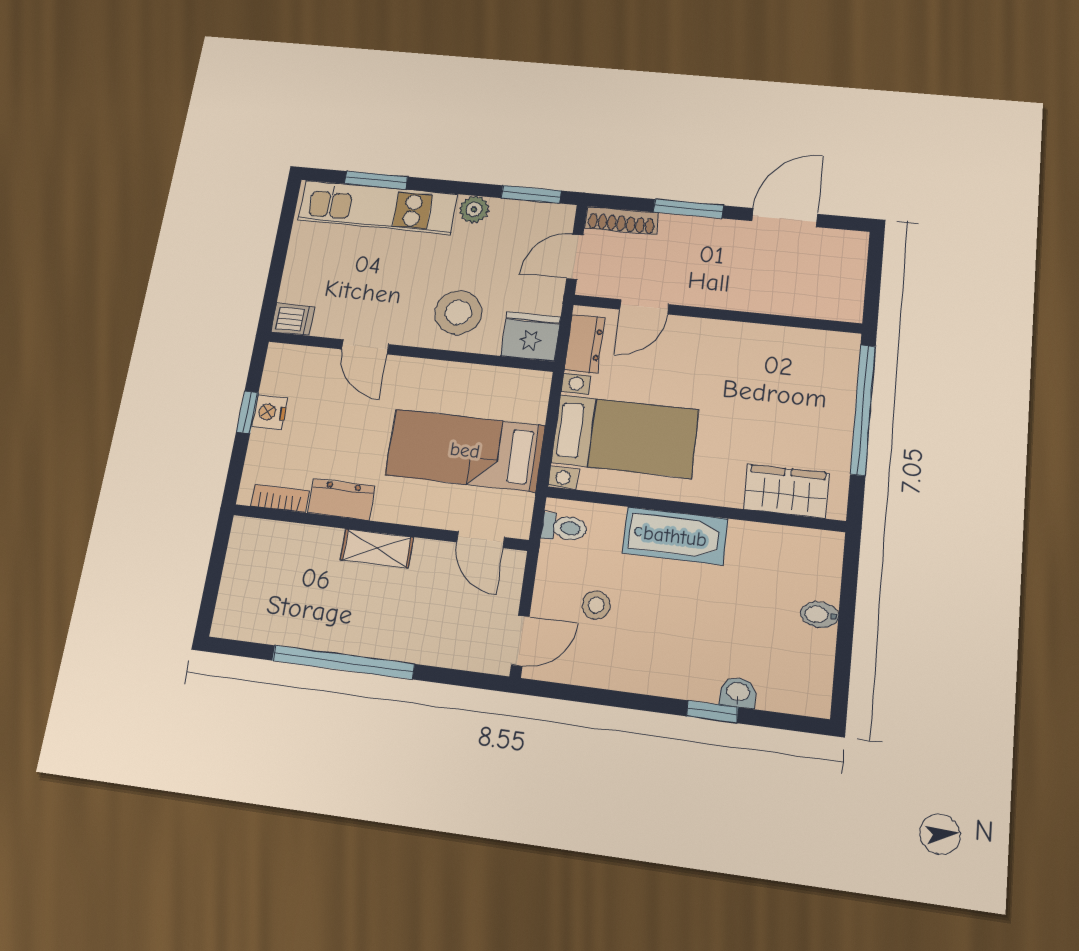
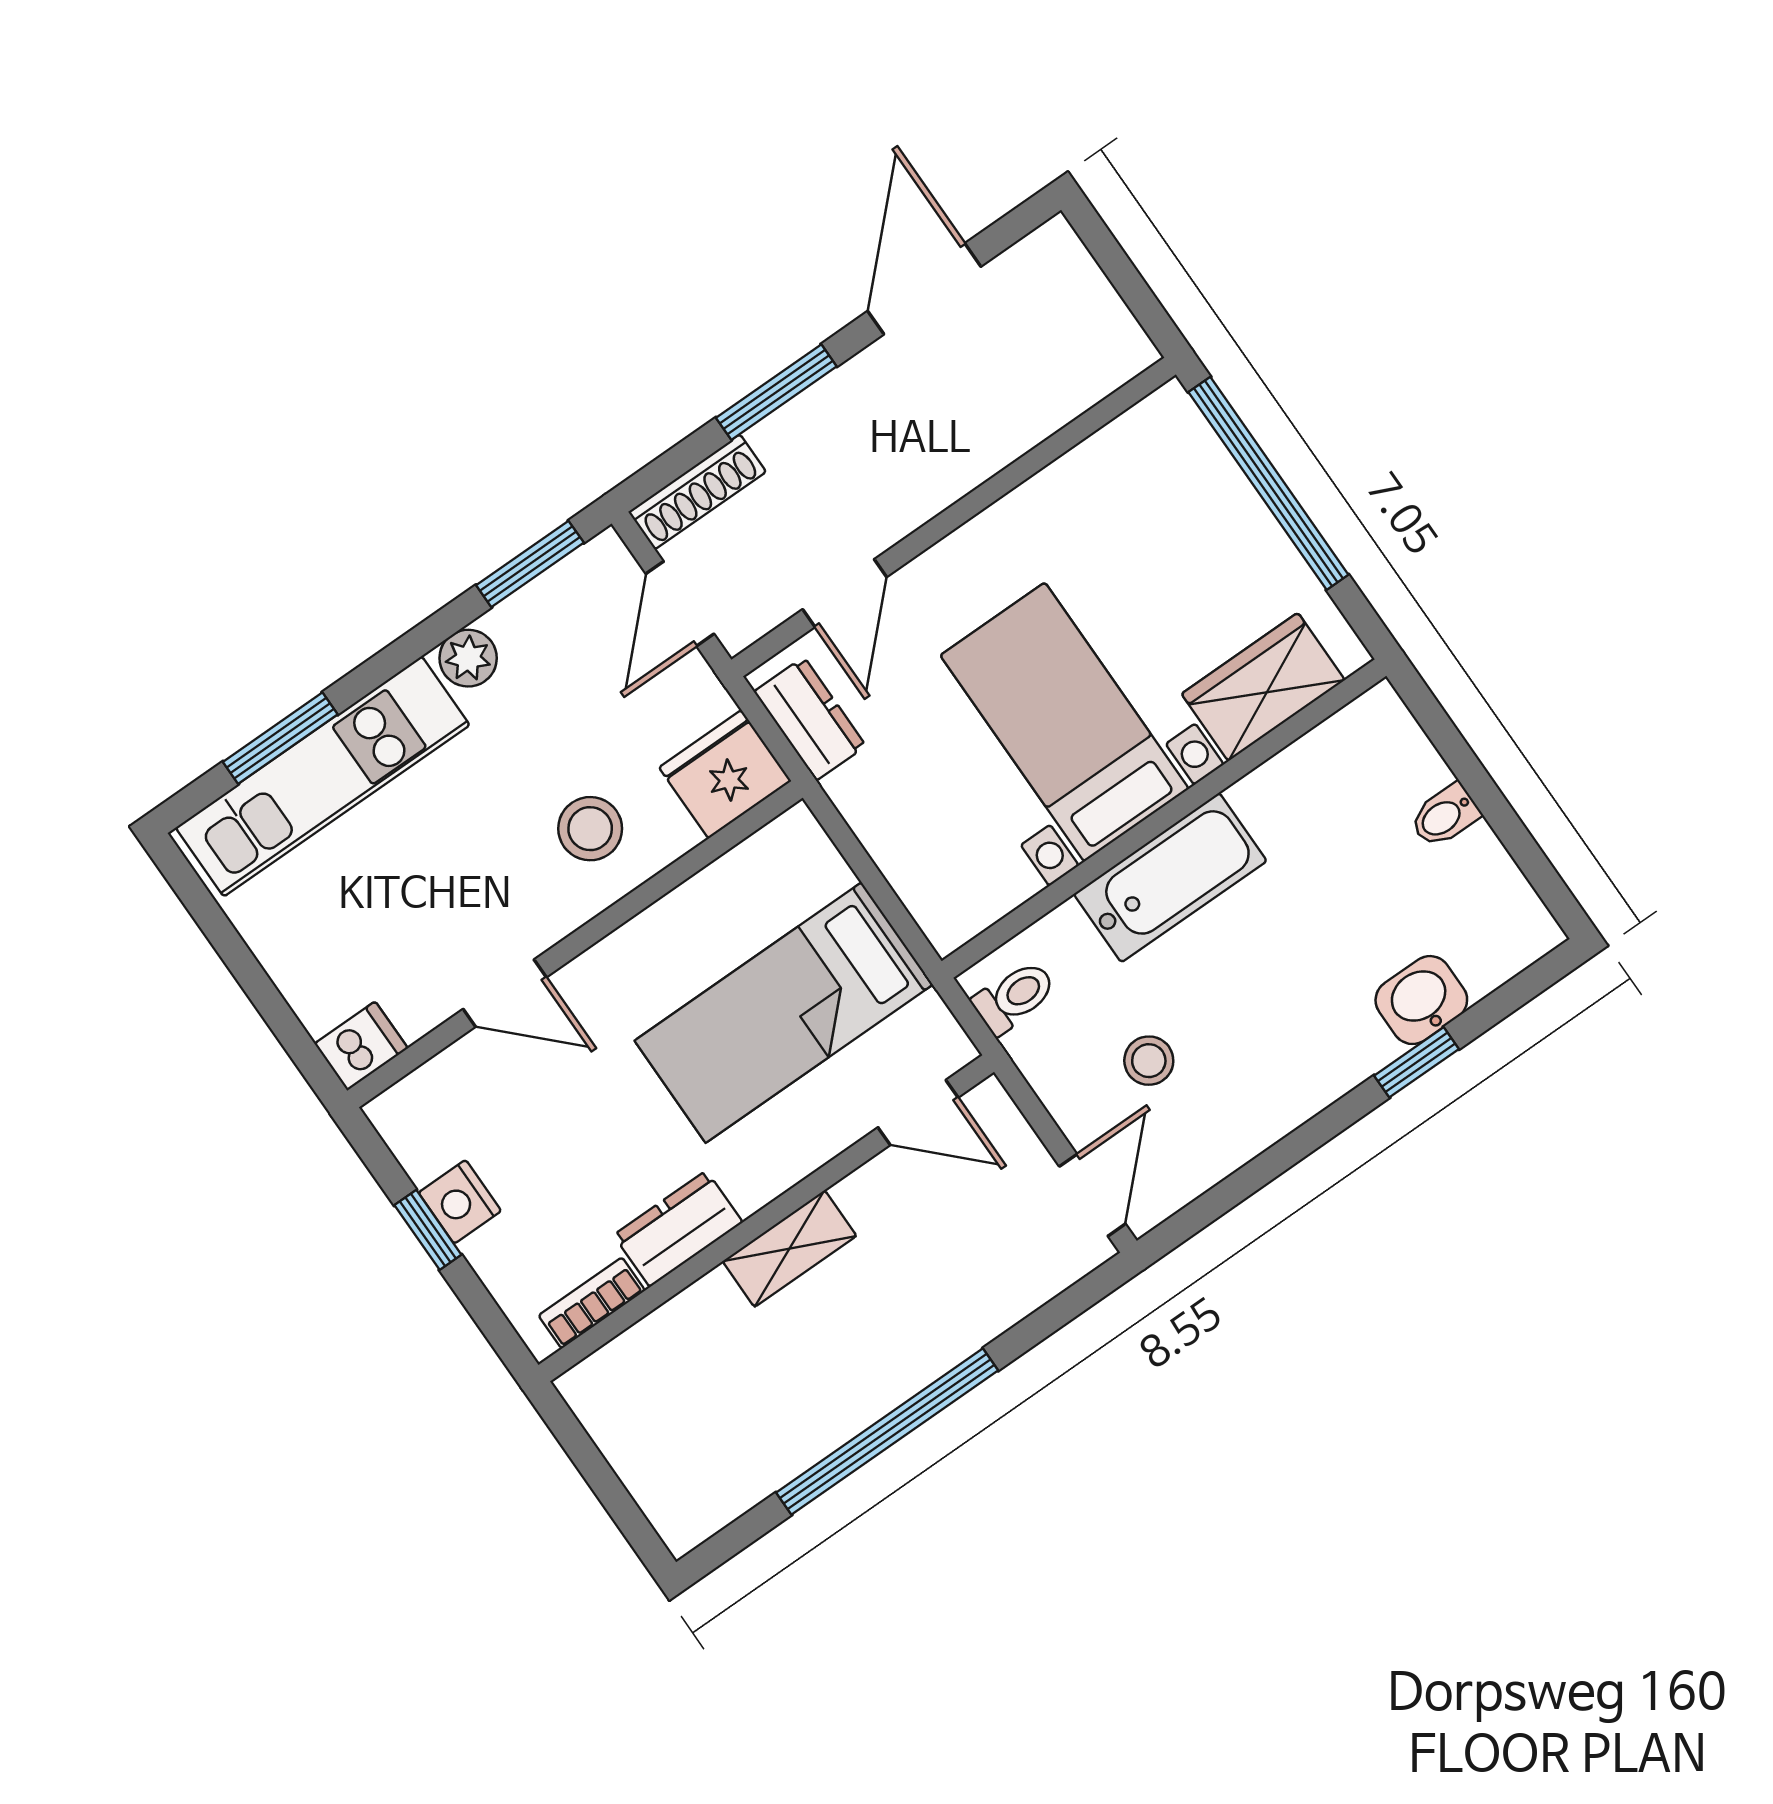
stool: (458, 312) -> (590, 829), width x0.73, depth x0.73
bed with nightstands: (625, 436) -> (1065, 722), moved, turned -90
washbasin: (738, 692) -> (1421, 1000), width x1.38, depth x1.45

